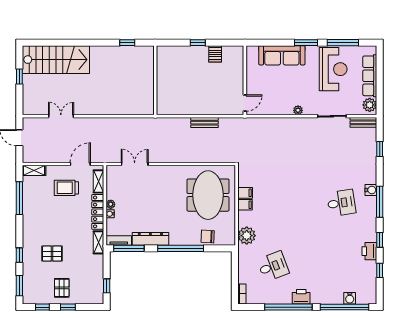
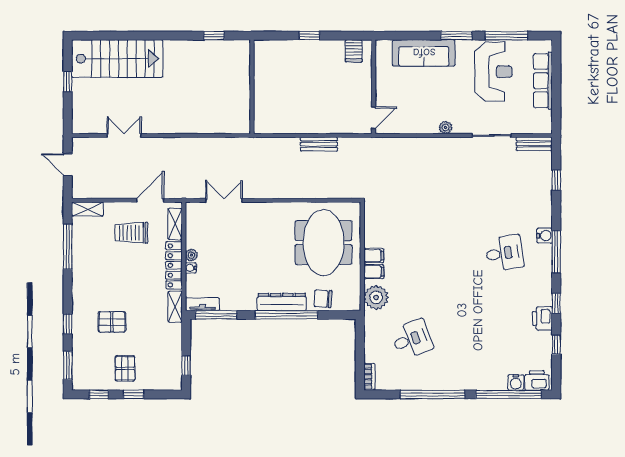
server rack: (215, 54) -> (354, 51), moved
plant: (370, 105) -> (543, 120), removed
filing cabinet: (245, 193) -> (374, 272), moved
dresser: (150, 239) -> (282, 302), moved
printer: (301, 297) -> (537, 380), moved

